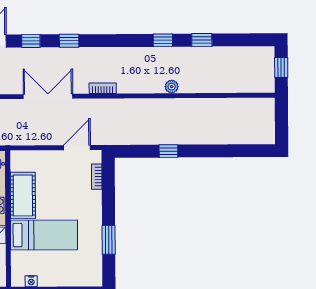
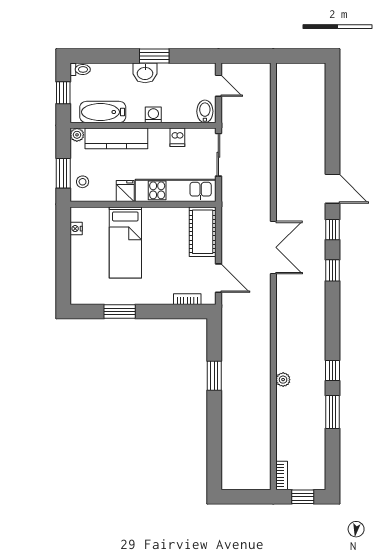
window: (202, 40) -> (333, 412), width x1.50
bookcase: (103, 88) -> (282, 475), moved
window: (168, 151) -> (214, 376), width x1.50
cot: (23, 195) -> (203, 232), moved, turned 90

